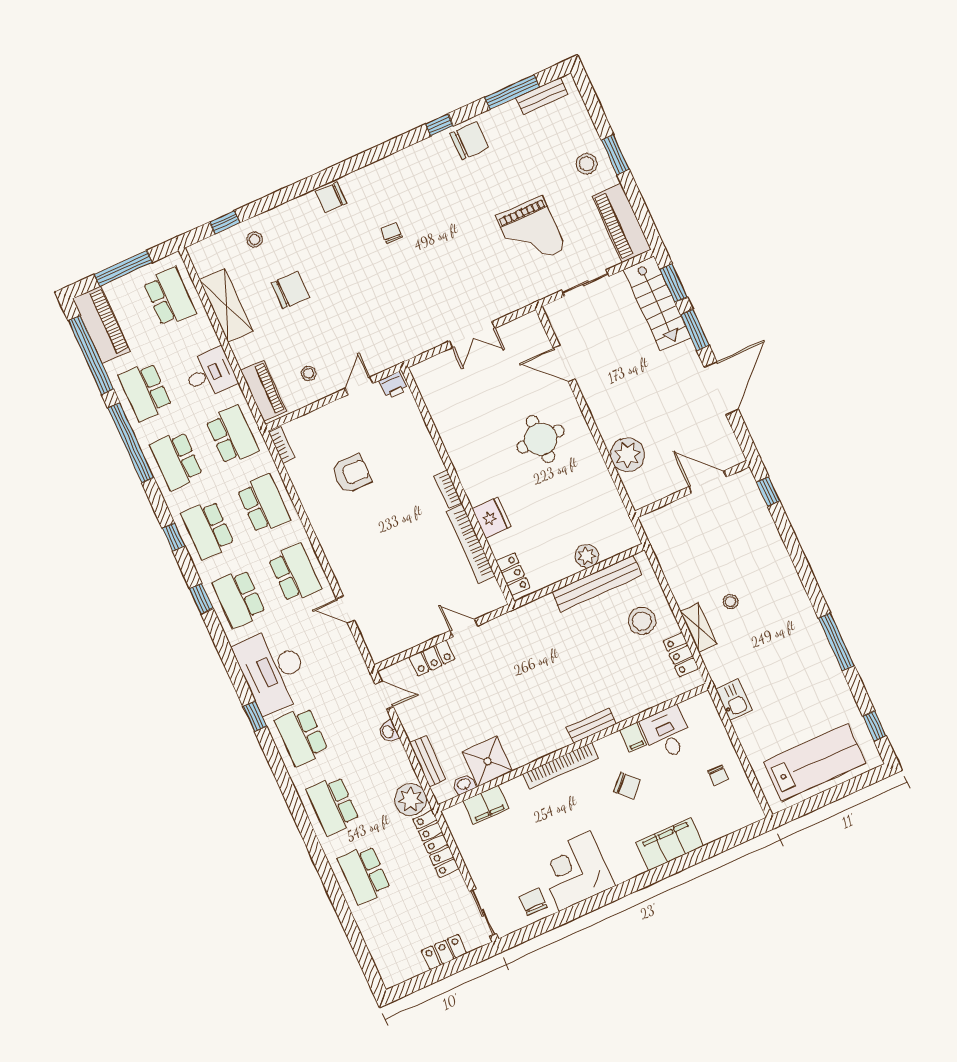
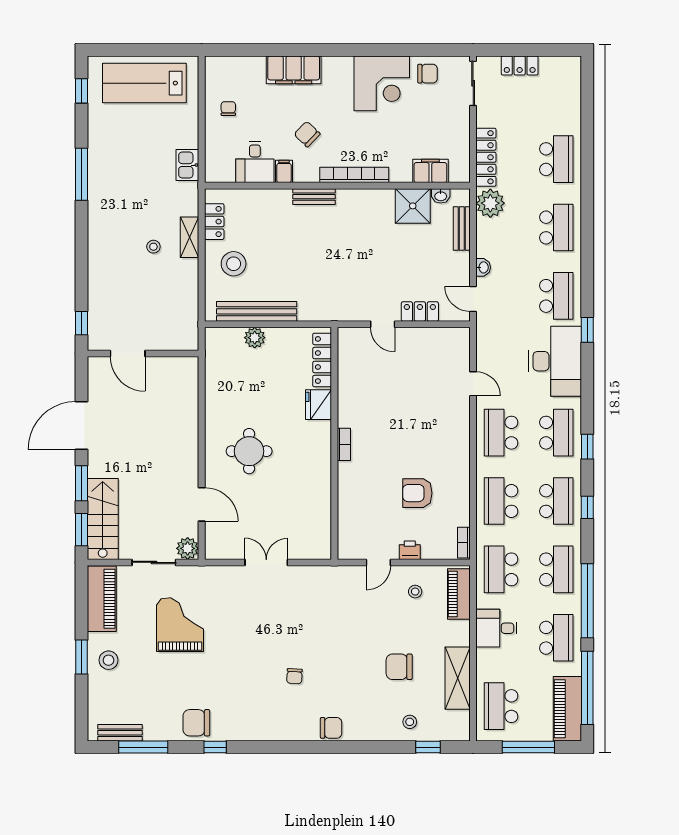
printer: (393, 385) -> (410, 550), moved
plant: (627, 455) -> (188, 548), moved, width x0.73, depth x0.73
bookcase: (471, 544) -> (345, 391), removed
locker: (513, 574) -> (322, 360), width x1.53
chair: (533, 902) -> (428, 74), turned -90

